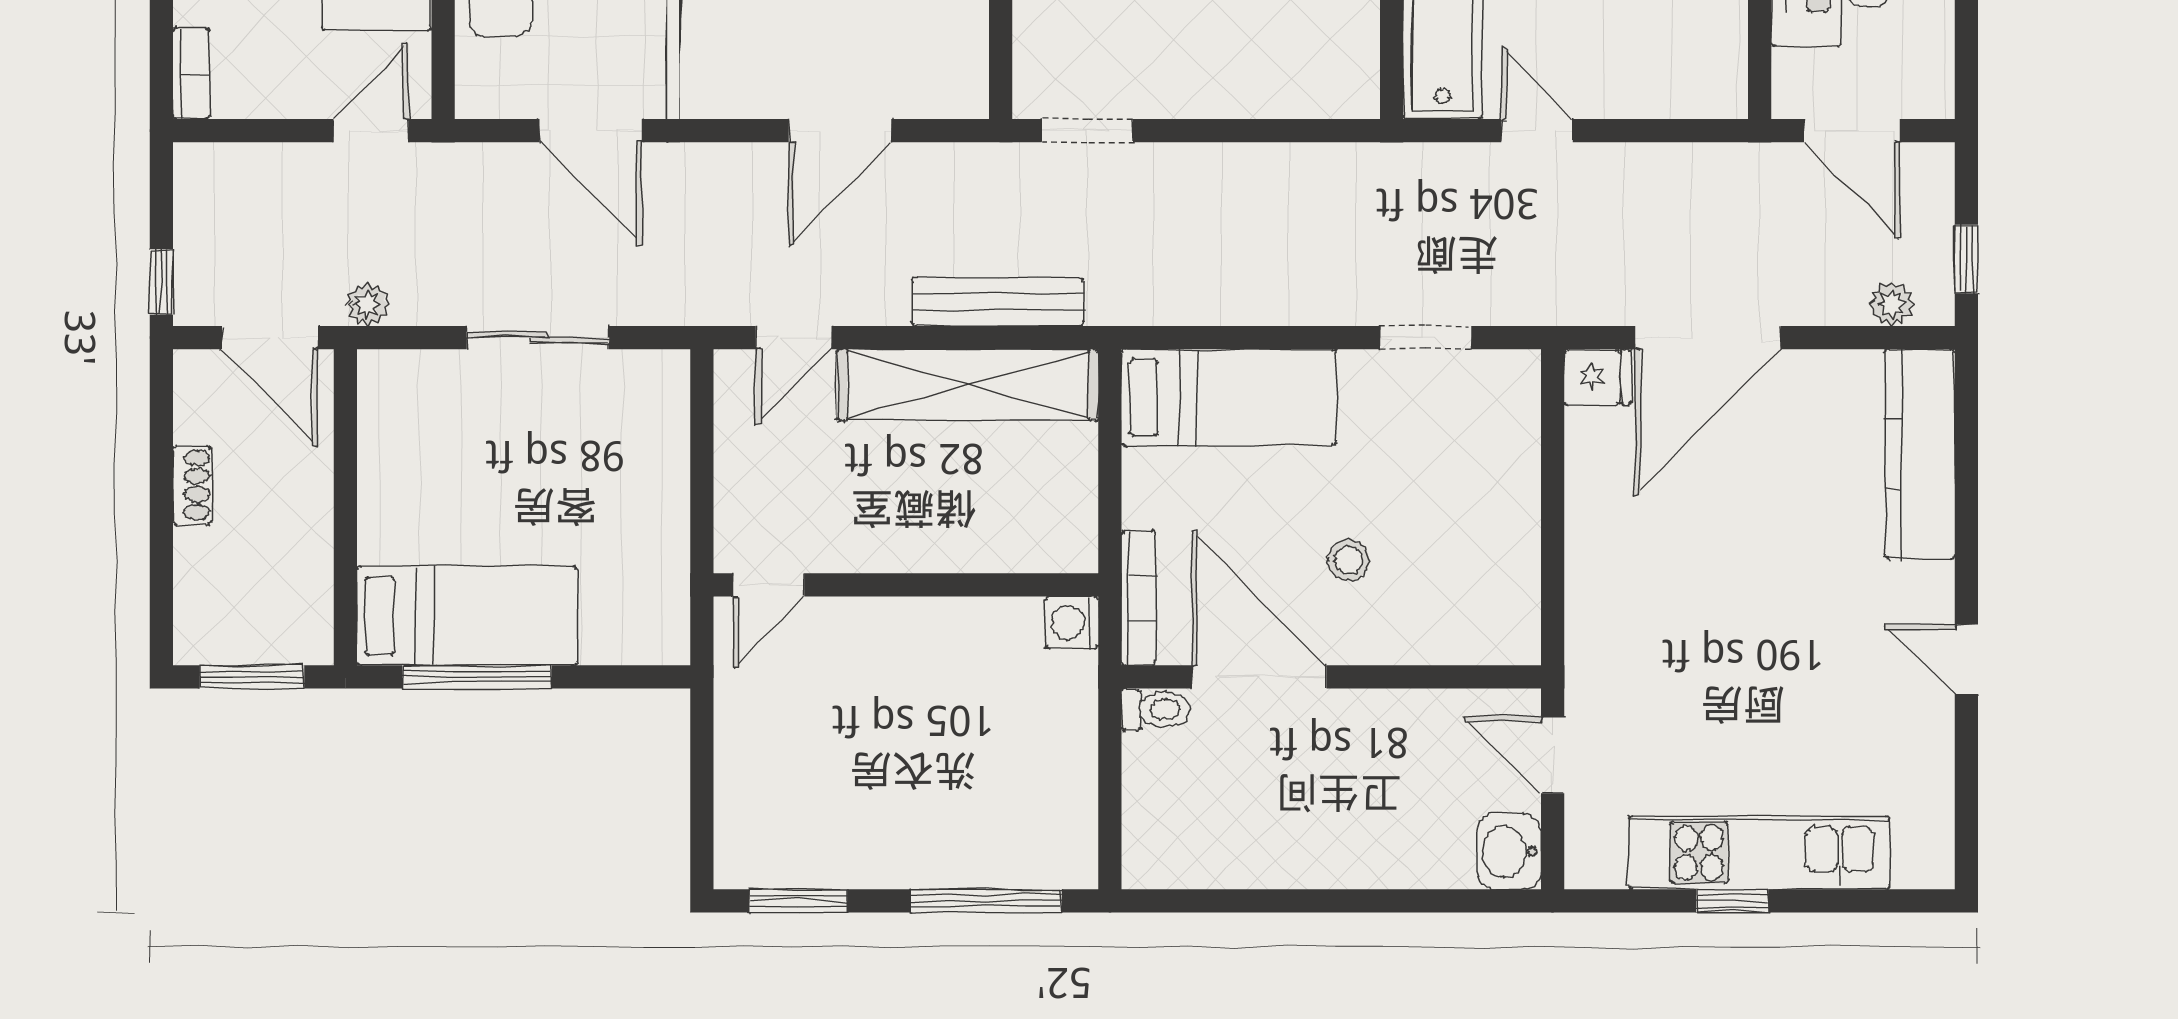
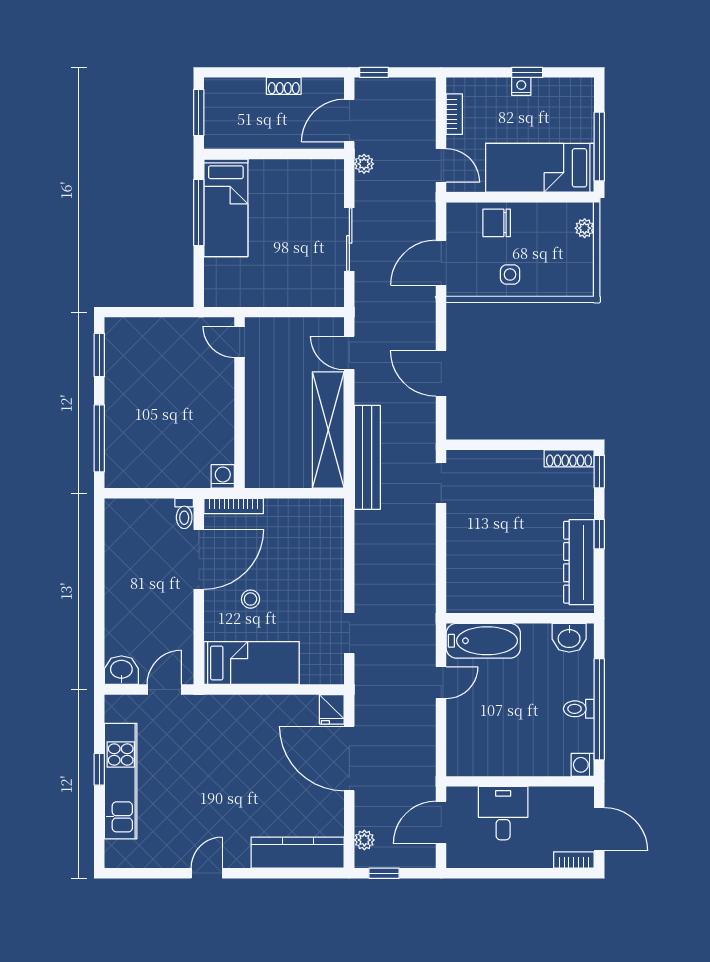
bookcase: (191, 74) -> (454, 114), moved, turned -90
bench: (998, 302) -> (367, 457), width x1.37, depth x1.21
bed: (1229, 397) -> (252, 663), moved, turned -90

